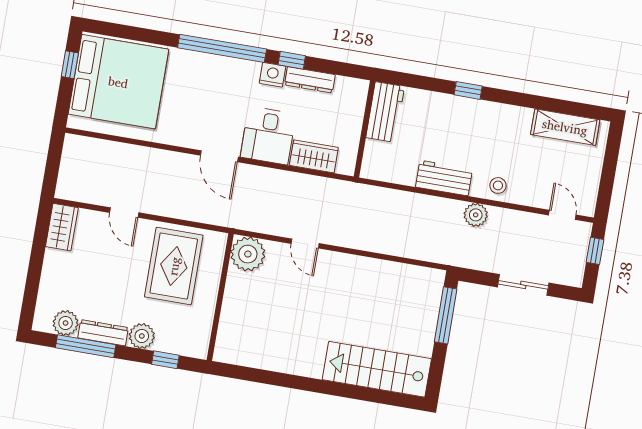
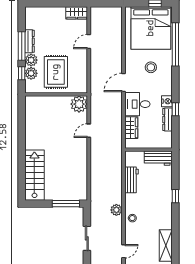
window: (222, 48) -> (175, 44), moved
stool: (198, 95) -> (151, 67), added
workbench: (444, 178) -> (131, 180), moved
rug: (174, 266) -> (56, 72), moved, turned 90
plant: (66, 323) -> (31, 73), moved
window: (86, 346) -> (22, 46), moved

